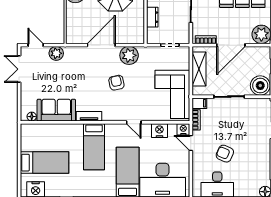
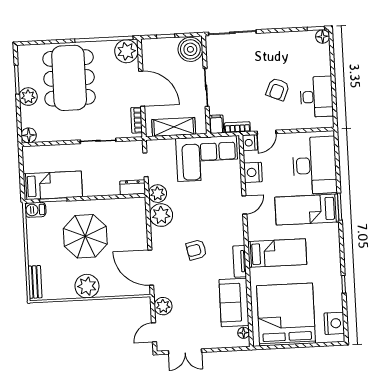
dresser: (152, 17) -> (133, 187), moved
door: (101, 45) -> (151, 268), moved
plant: (146, 53) -> (157, 194), added
armchair: (116, 83) -> (196, 250), moved
bed: (45, 163) -> (286, 315), width x2.04

